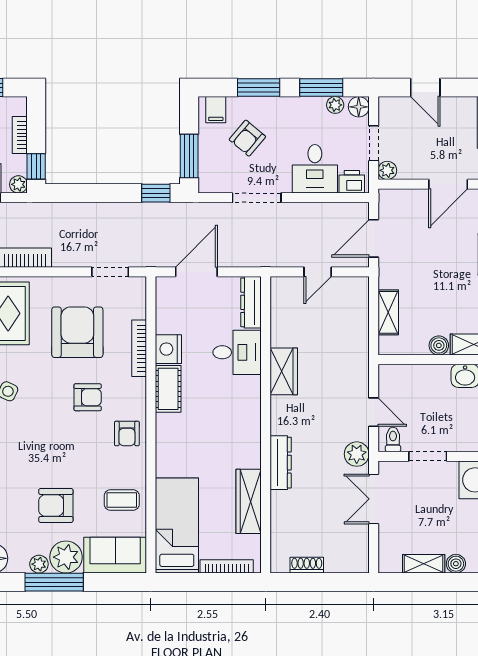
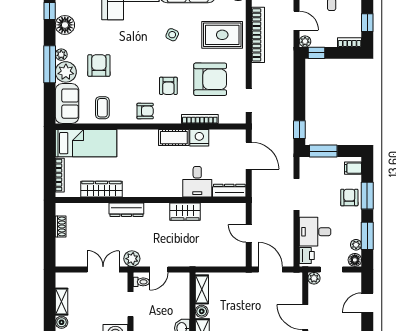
bookcase: (20, 135) -> (350, 42), moved
armchair: (247, 138) -> (349, 197), moved, turned 50
shelving: (388, 312) -> (202, 289), moved, turned 90
armchair: (127, 434) -> (145, 111), turned 180

